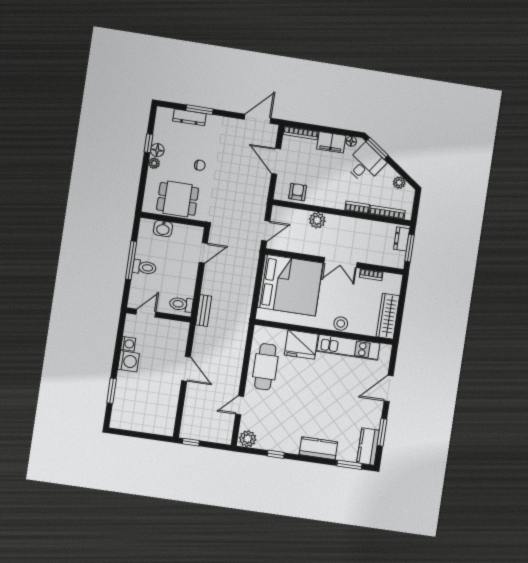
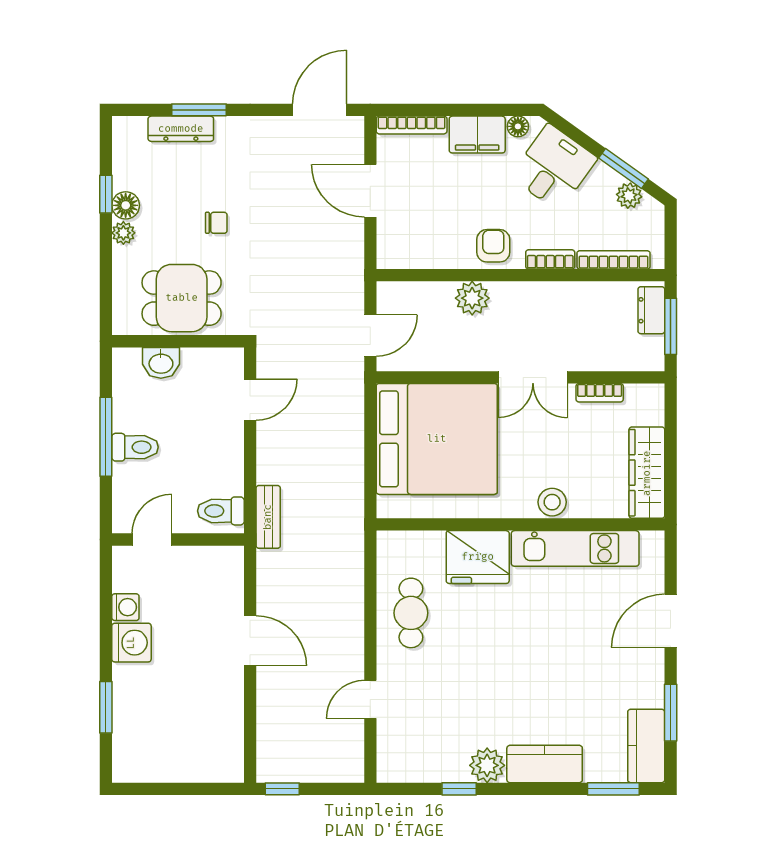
window: (377, 148) -> (624, 169), moved
armchair: (298, 192) -> (493, 246), moved
cafe table: (265, 367) -> (411, 613), width x0.73, depth x0.74
plant: (248, 439) -> (487, 765), moved

